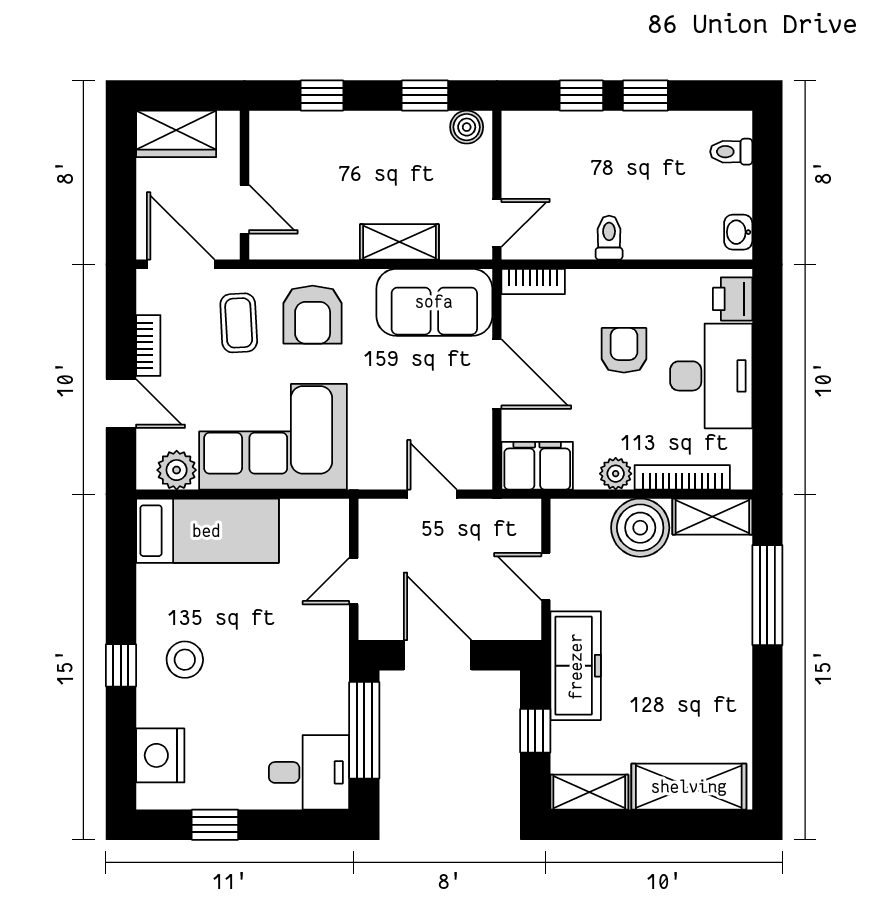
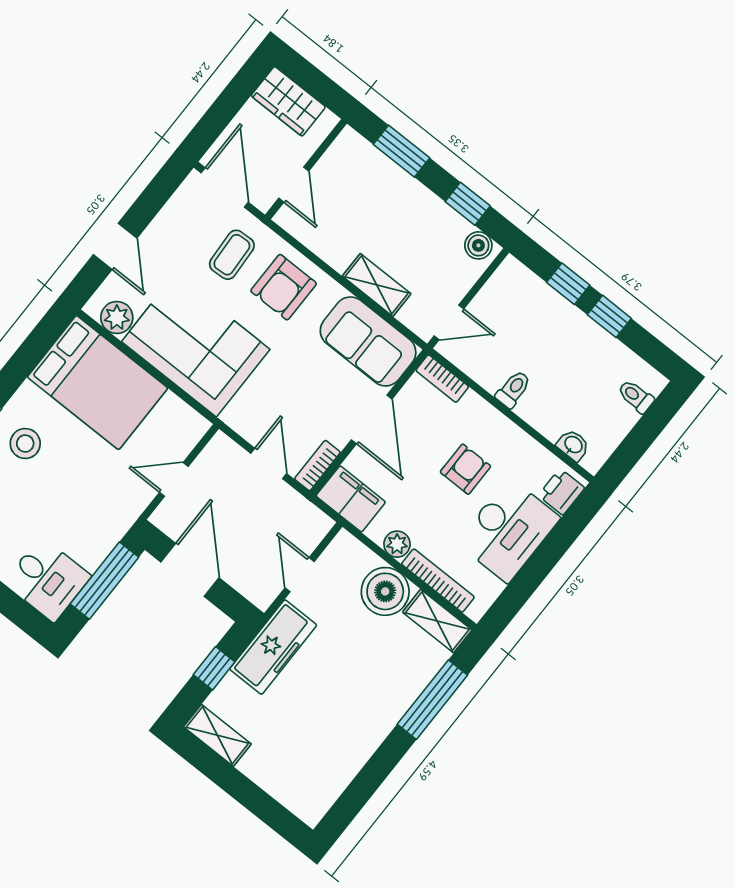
window: (322, 95) -> (402, 151), width x1.50
washbasin: (738, 232) -> (573, 445), moved, turned 90
bookcase: (148, 345) -> (317, 466), moved, turned 180
bed: (207, 531) -> (97, 383), width x1.50
shelving: (689, 787) -> (284, 783), removed

